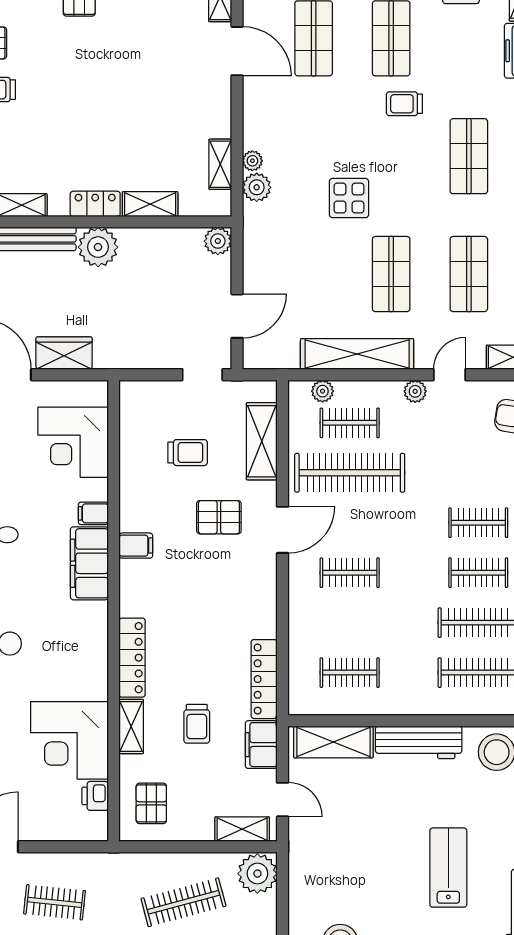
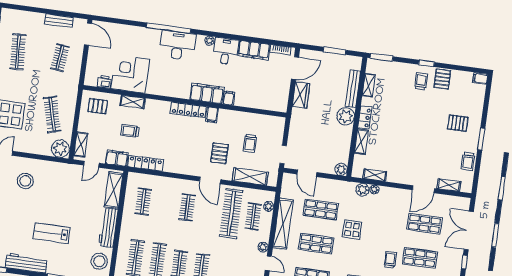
shop shelf: (314, 274) -> (321, 209), added
corner desk: (73, 442) -> (261, 94), removed
locker: (132, 658) -> (188, 110), moved
lab bench: (448, 868) -> (51, 233), turned 180

